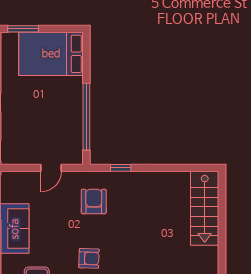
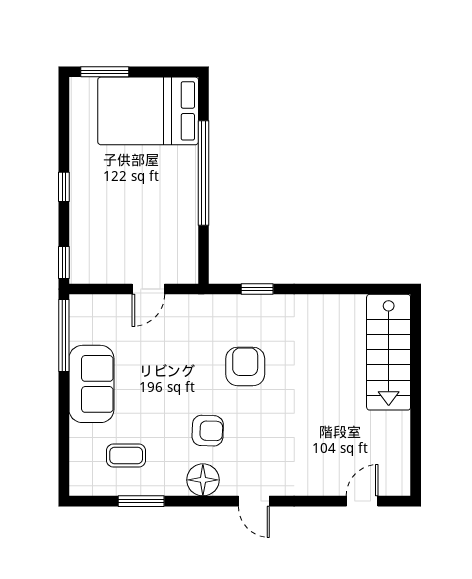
window: (86, 117) -> (204, 173), moved
armchair: (94, 201) -> (245, 366), moved

